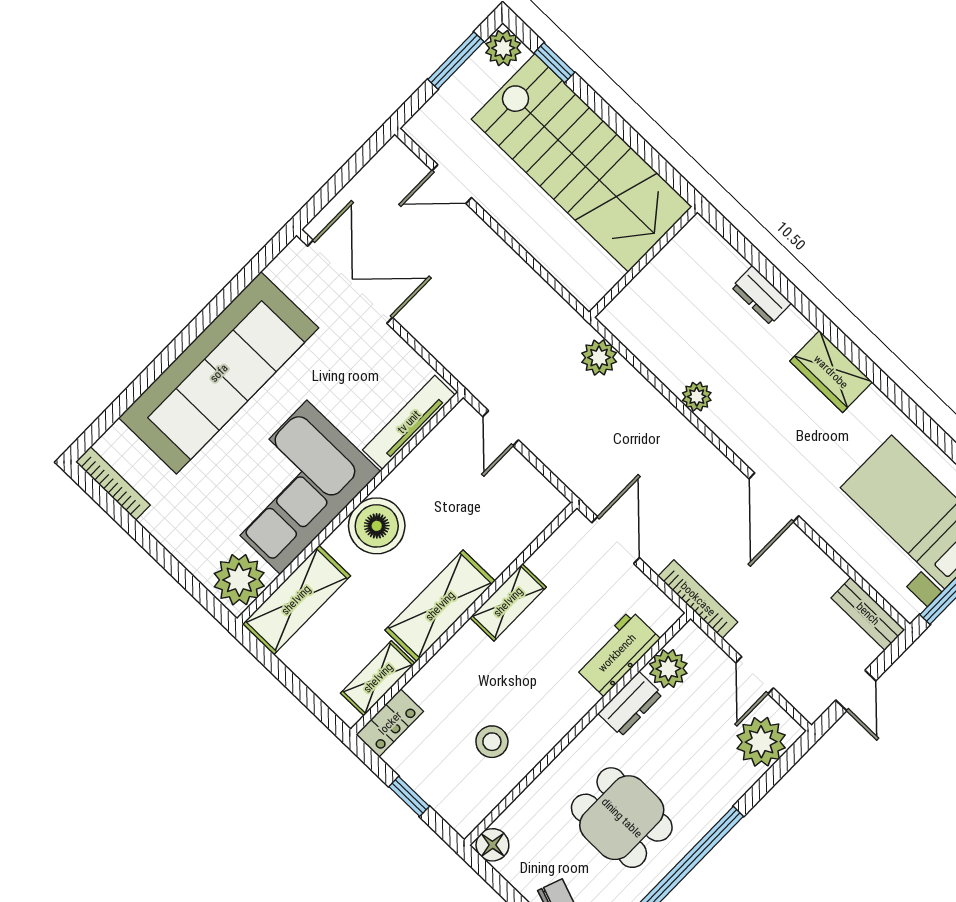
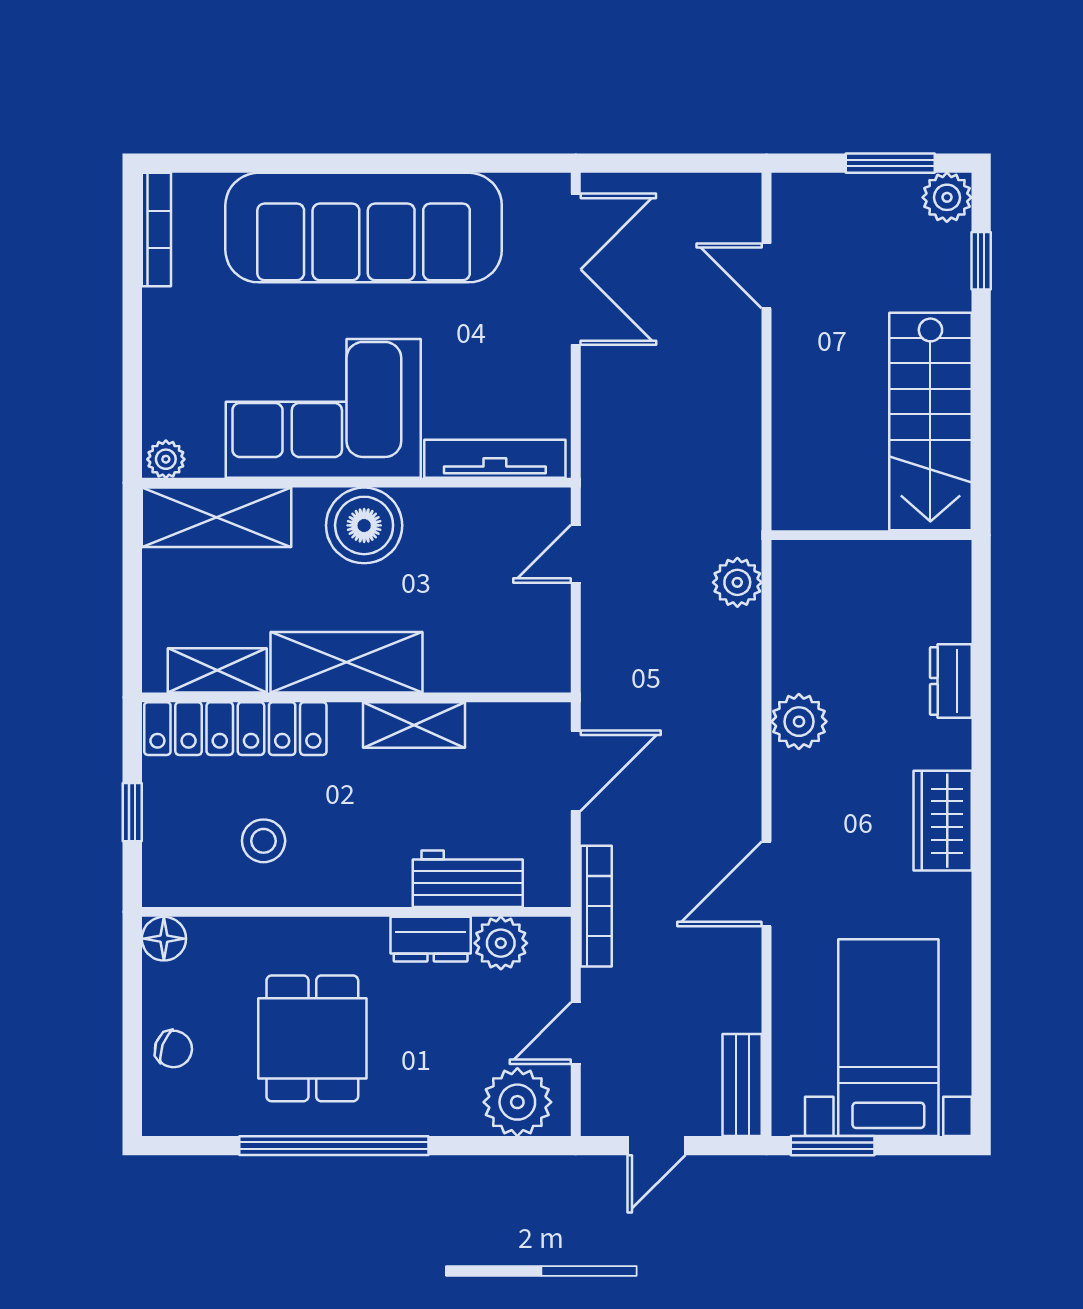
stairs: (582, 163) -> (930, 421), width x0.73, depth x0.66
plant: (697, 397) -> (799, 722), width x1.38, depth x1.38
plant: (239, 580) -> (166, 459), width x0.53, depth x0.53
locker: (390, 723) -> (235, 729), width x2.16, depth x1.21

